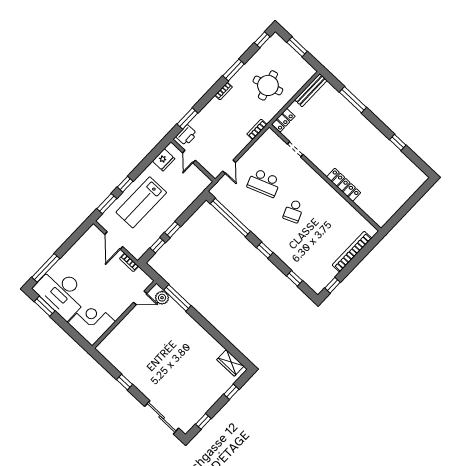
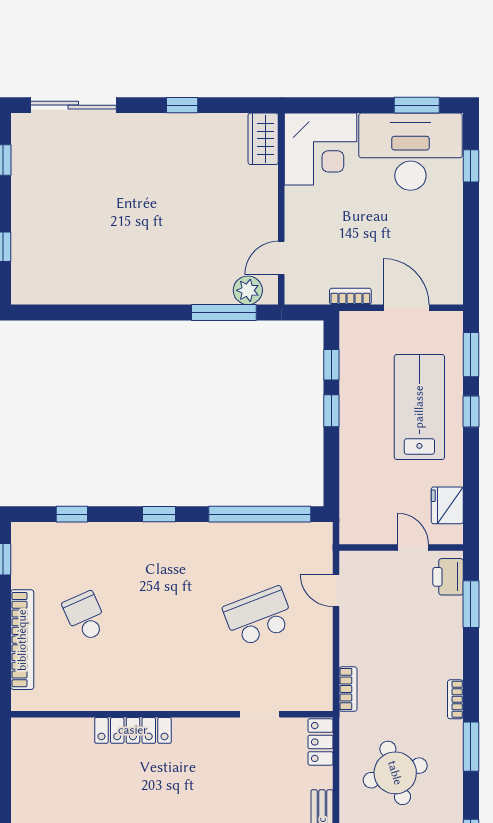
school desk: (293, 211) -> (85, 617), moved
window: (46, 268) -> (471, 166), width x0.46
wardrobe: (230, 363) -> (263, 139), moved, turned -90

